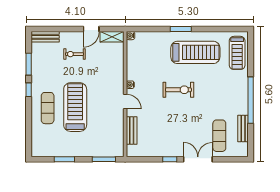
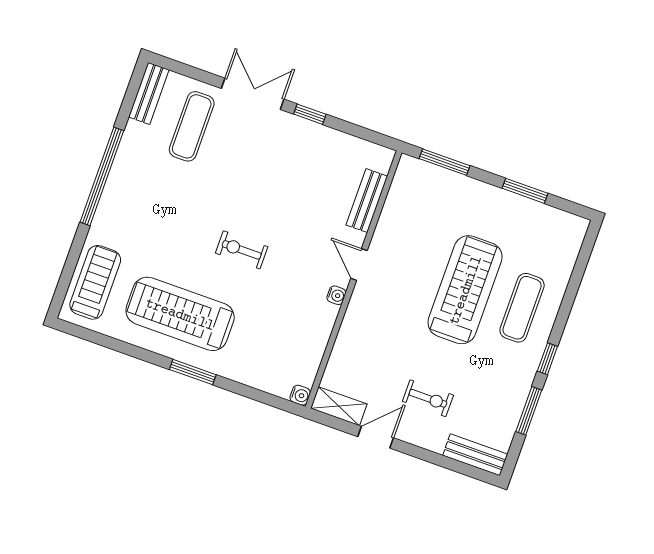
exercise bike: (178, 90) -> (242, 250), width x0.73, depth x0.72
treadmill: (75, 107) -> (465, 290), turned 180
bench: (243, 128) -> (149, 93), moved
double door: (198, 159) -> (253, 94), swing flipped

